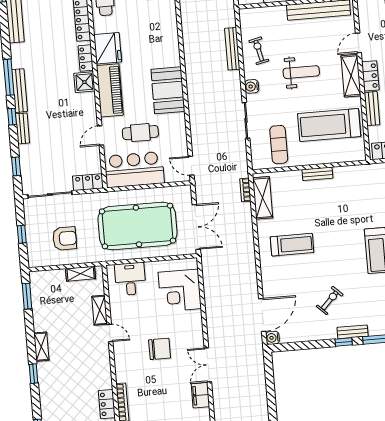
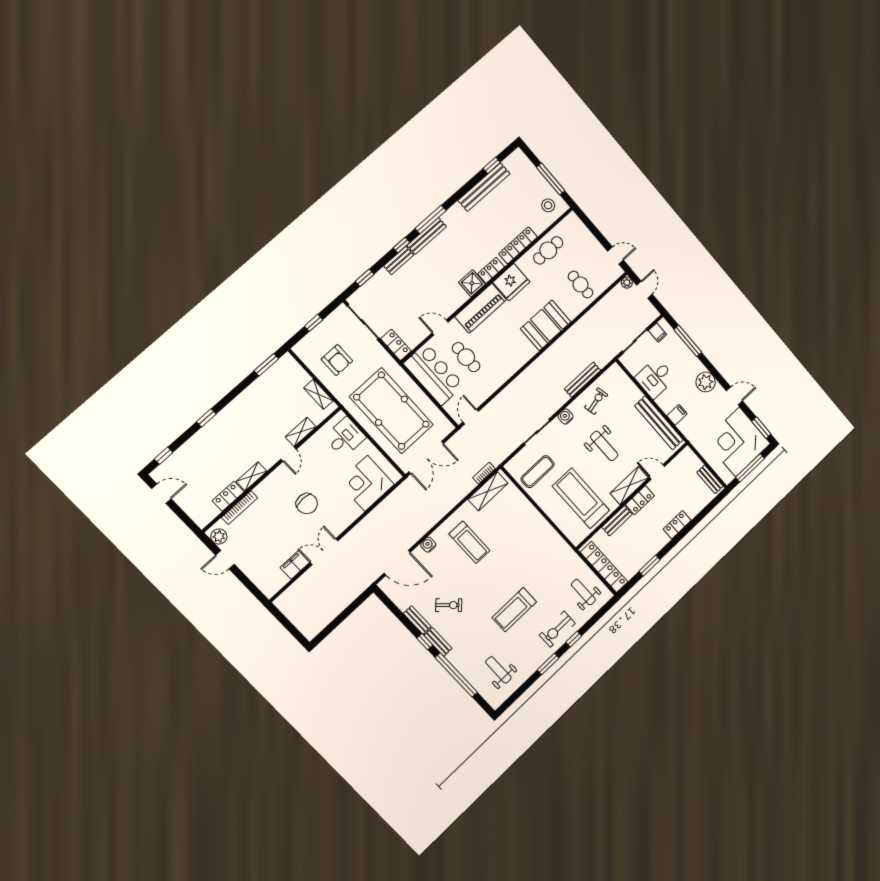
booth: (168, 90) -> (546, 325), moved
bench: (317, 174) -> (417, 620), moved
water cooler: (273, 338) -> (428, 545), moved
shelving: (41, 347) -> (252, 476), moved

